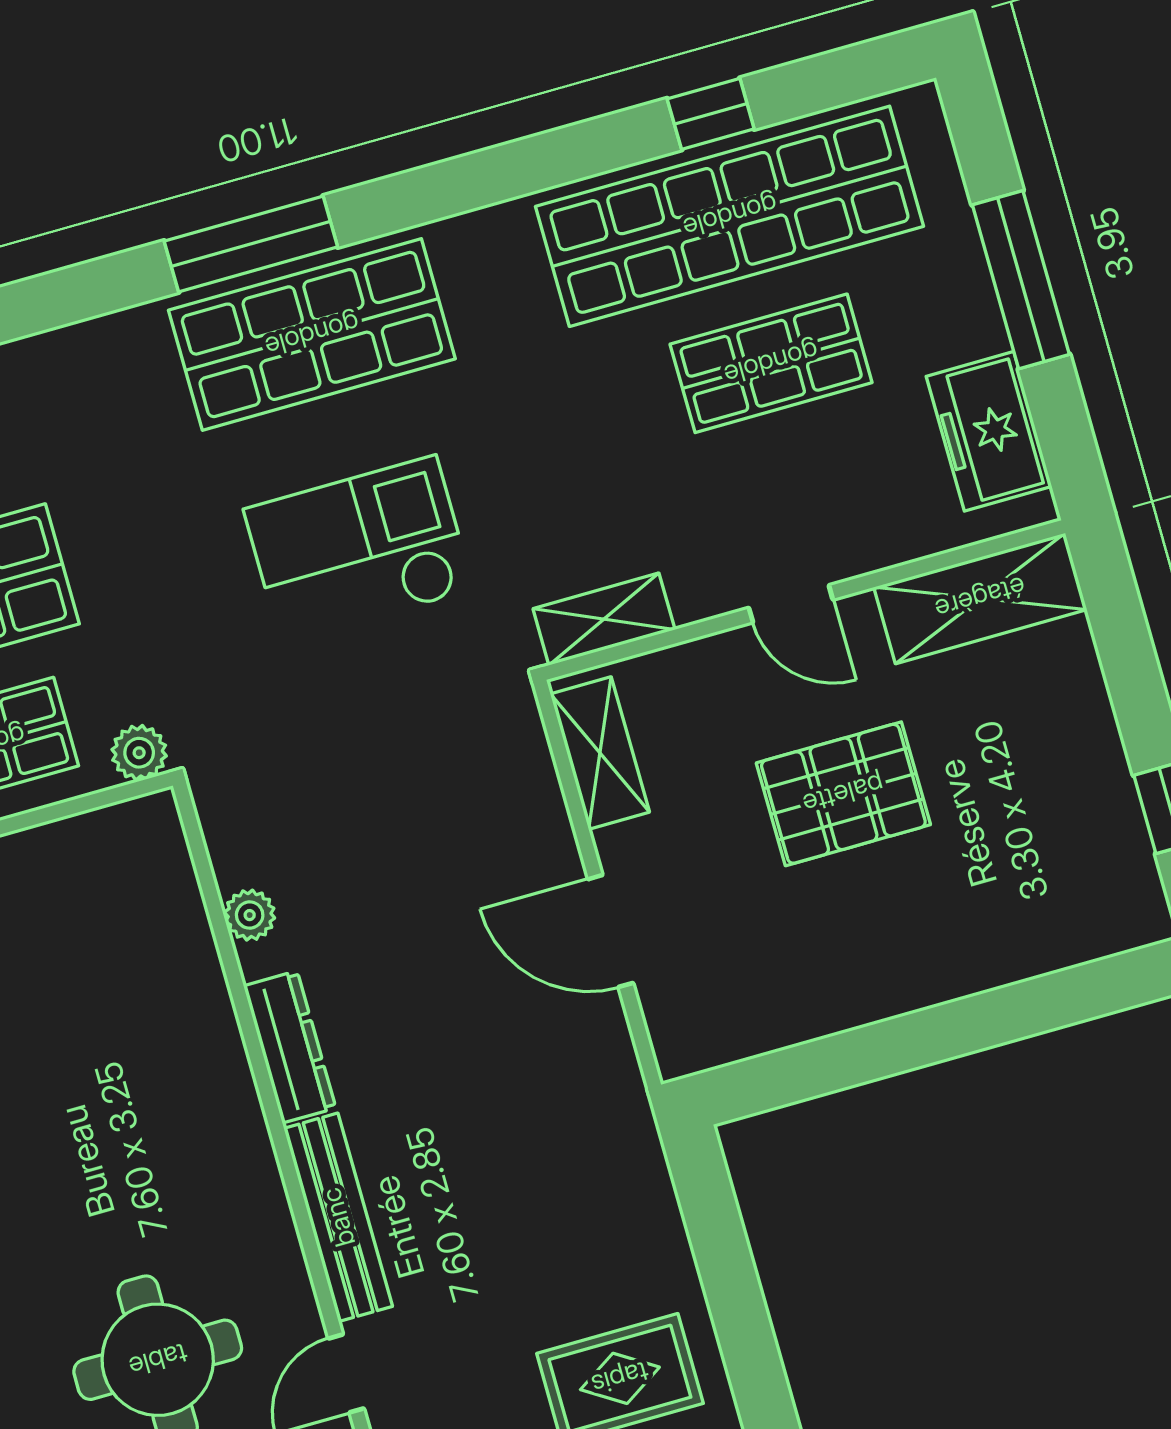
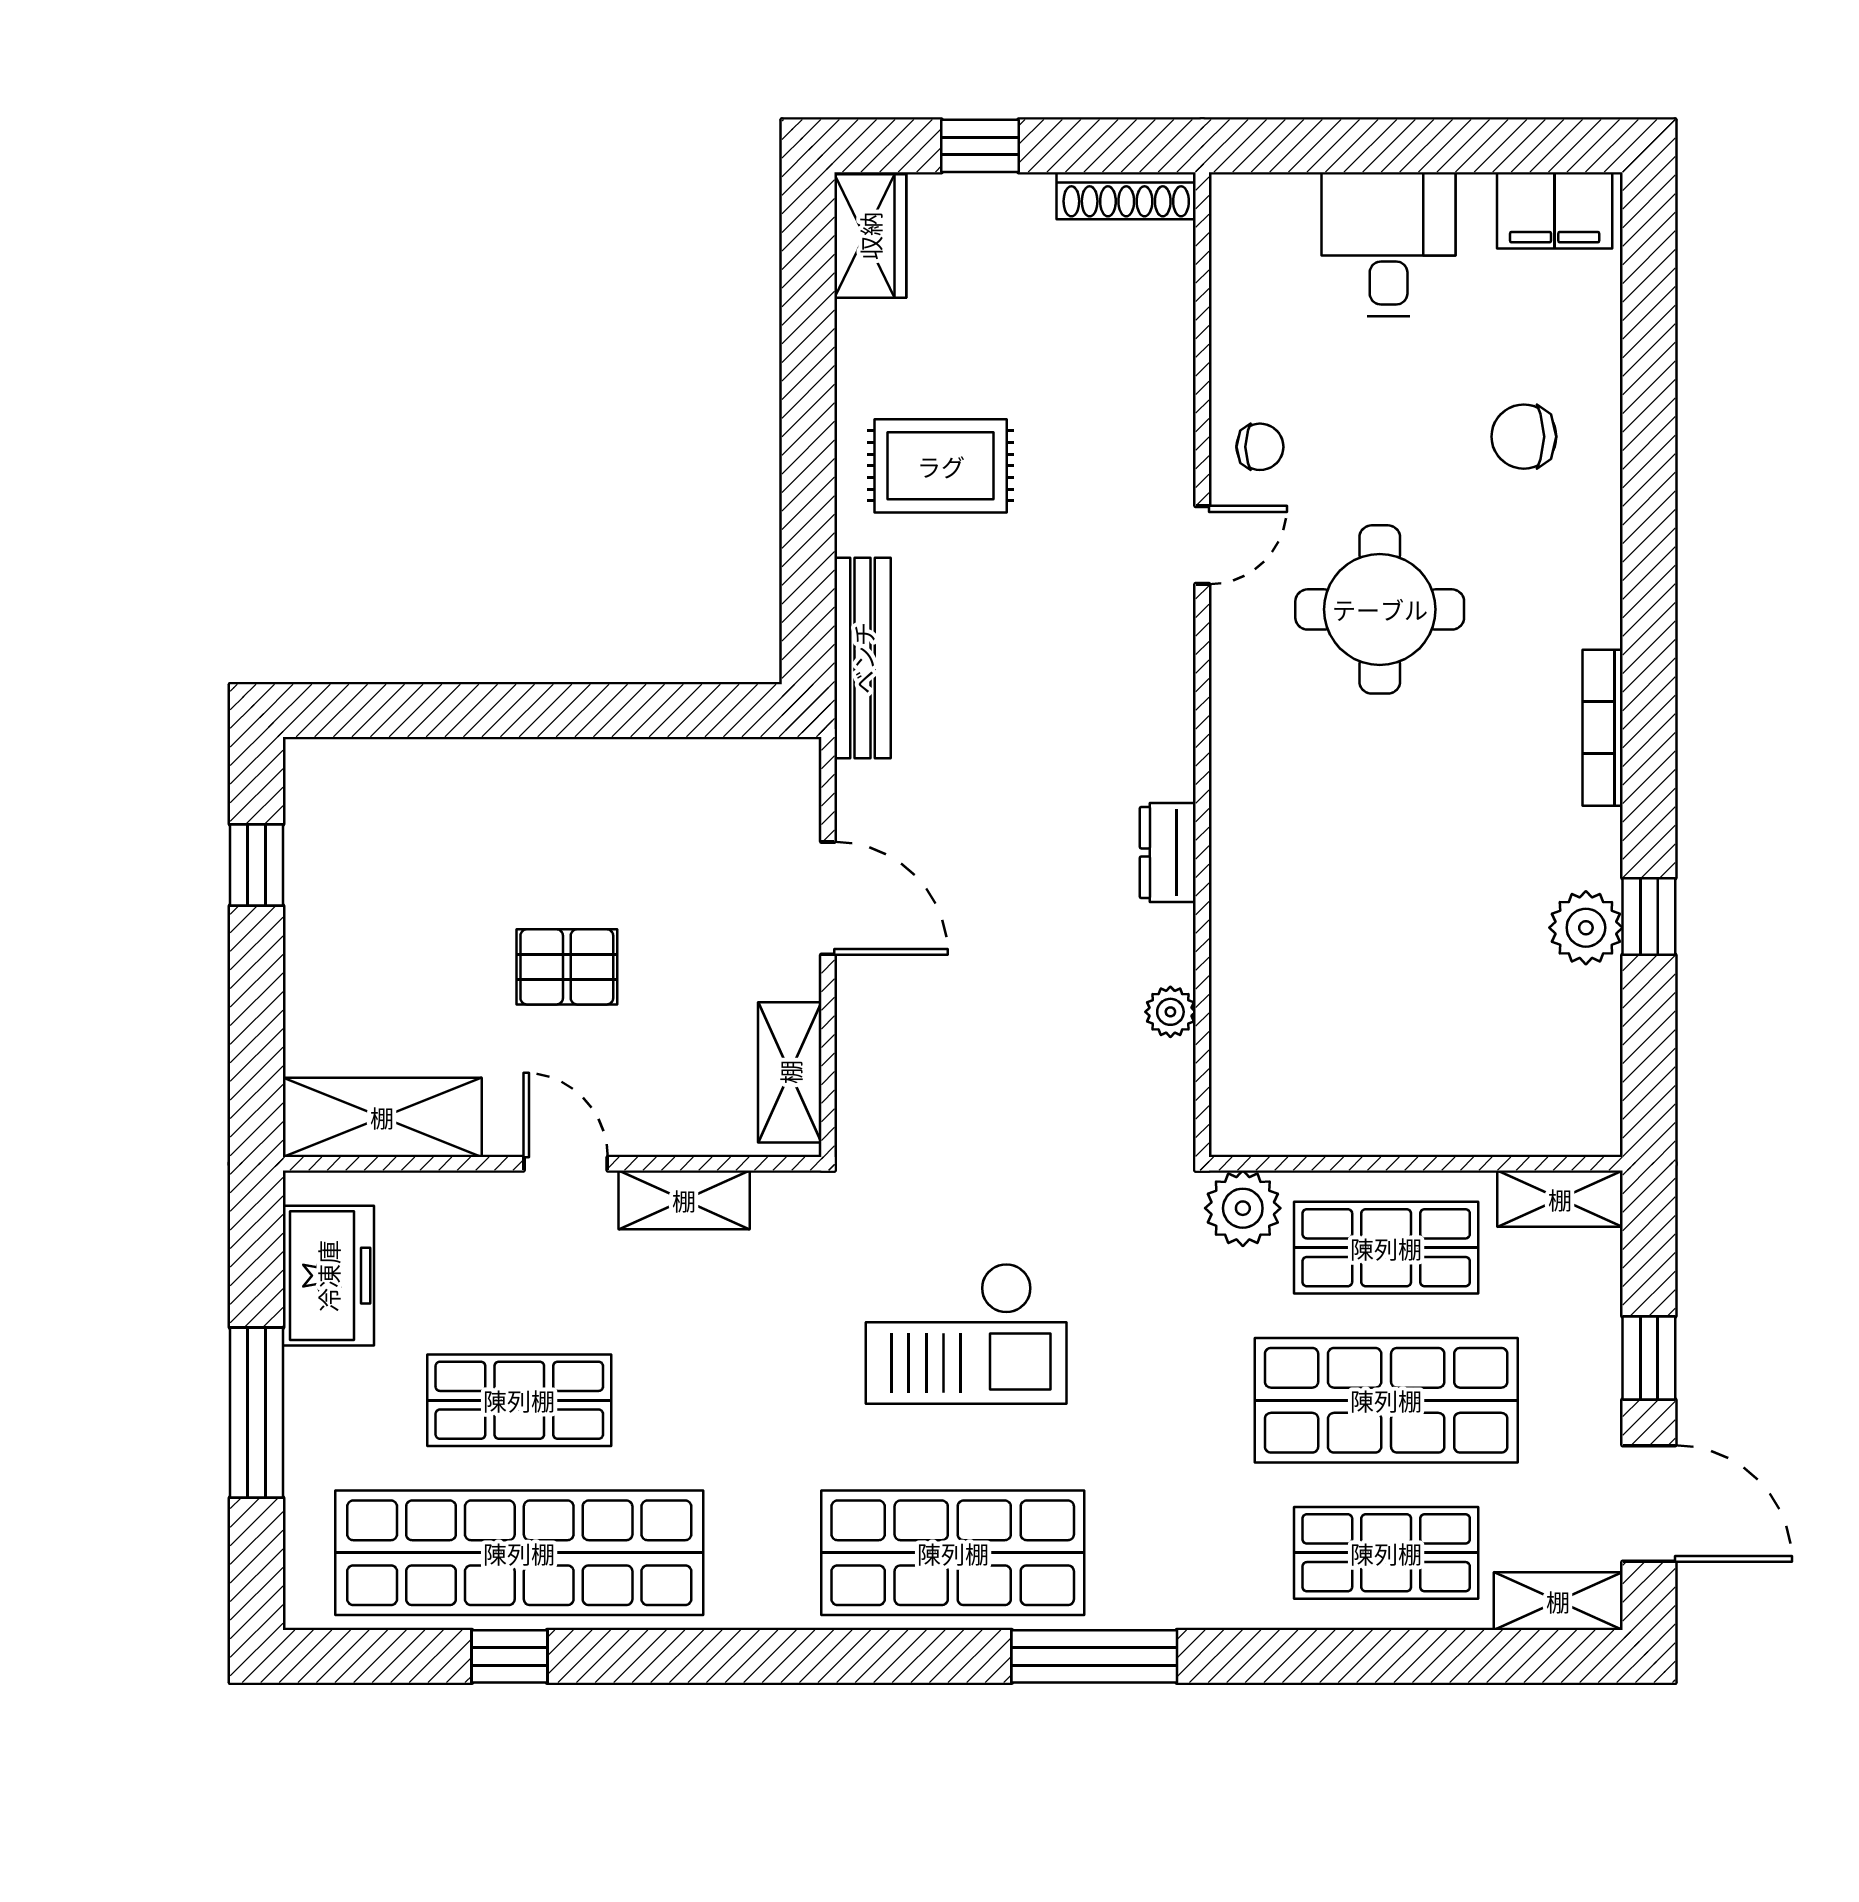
window: (251, 244) -> (1094, 1656), moved
shelving: (604, 619) -> (684, 1200), moved
plant: (139, 753) -> (1243, 1208), width x1.38, depth x1.38
pallet: (843, 794) -> (567, 967), width x0.67, depth x0.71
dresser: (290, 1047) -> (1168, 852), width x0.70
bench: (338, 1217) -> (863, 658), moved

